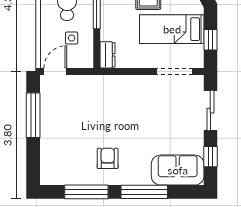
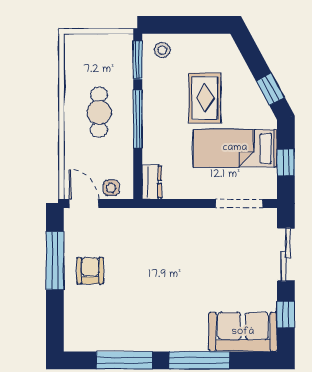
side table: (72, 38) -> (111, 188), moved
door: (55, 71) -> (84, 203), hinge flipped
armchair: (108, 158) -> (90, 271), moved

